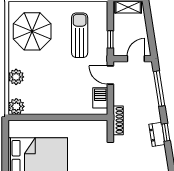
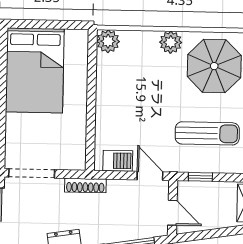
door: (110, 75) -> (150, 176), hinge flipped
plant: (16, 77) -> (171, 42), moved

